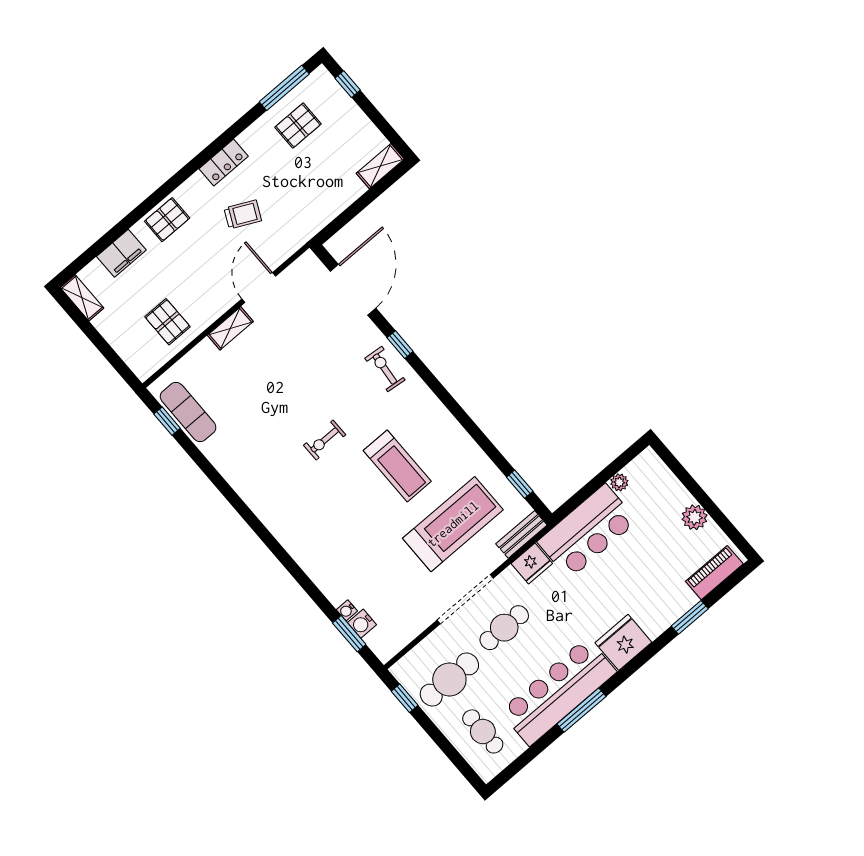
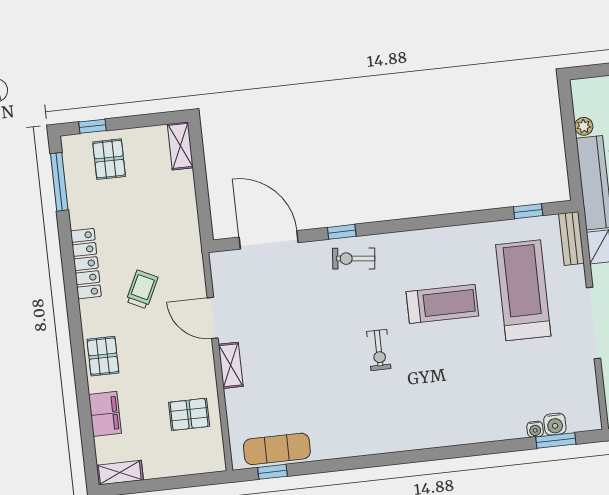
pallet: (298, 126) -> (109, 159), moved
locker: (224, 162) -> (86, 264), width x1.53

